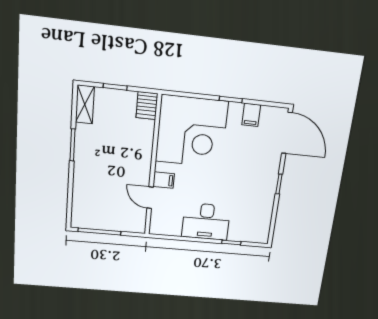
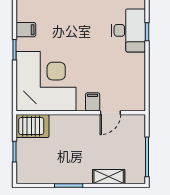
shelving: (85, 104) -> (109, 177), moved
server rack: (147, 106) -> (33, 126), width x1.36, depth x1.44
desk: (206, 222) -> (128, 30), moved

